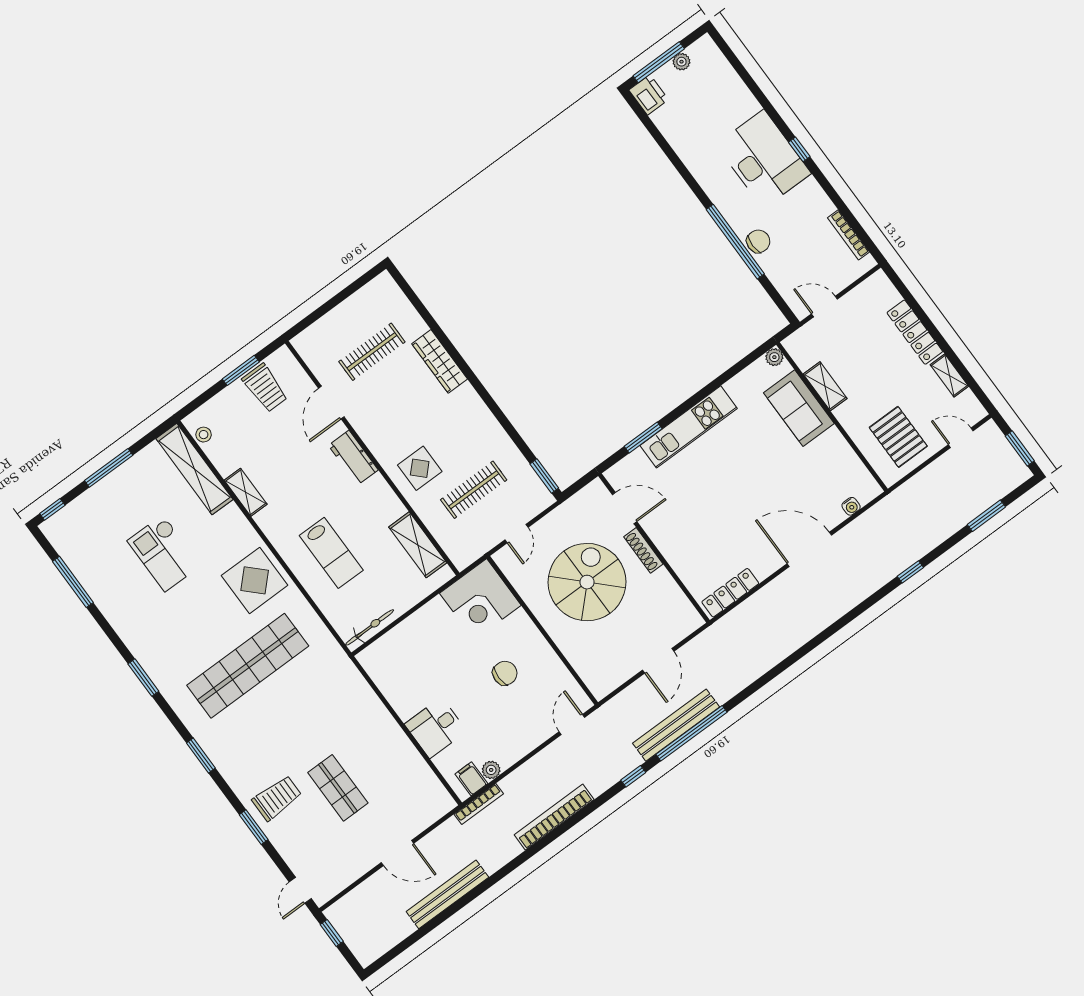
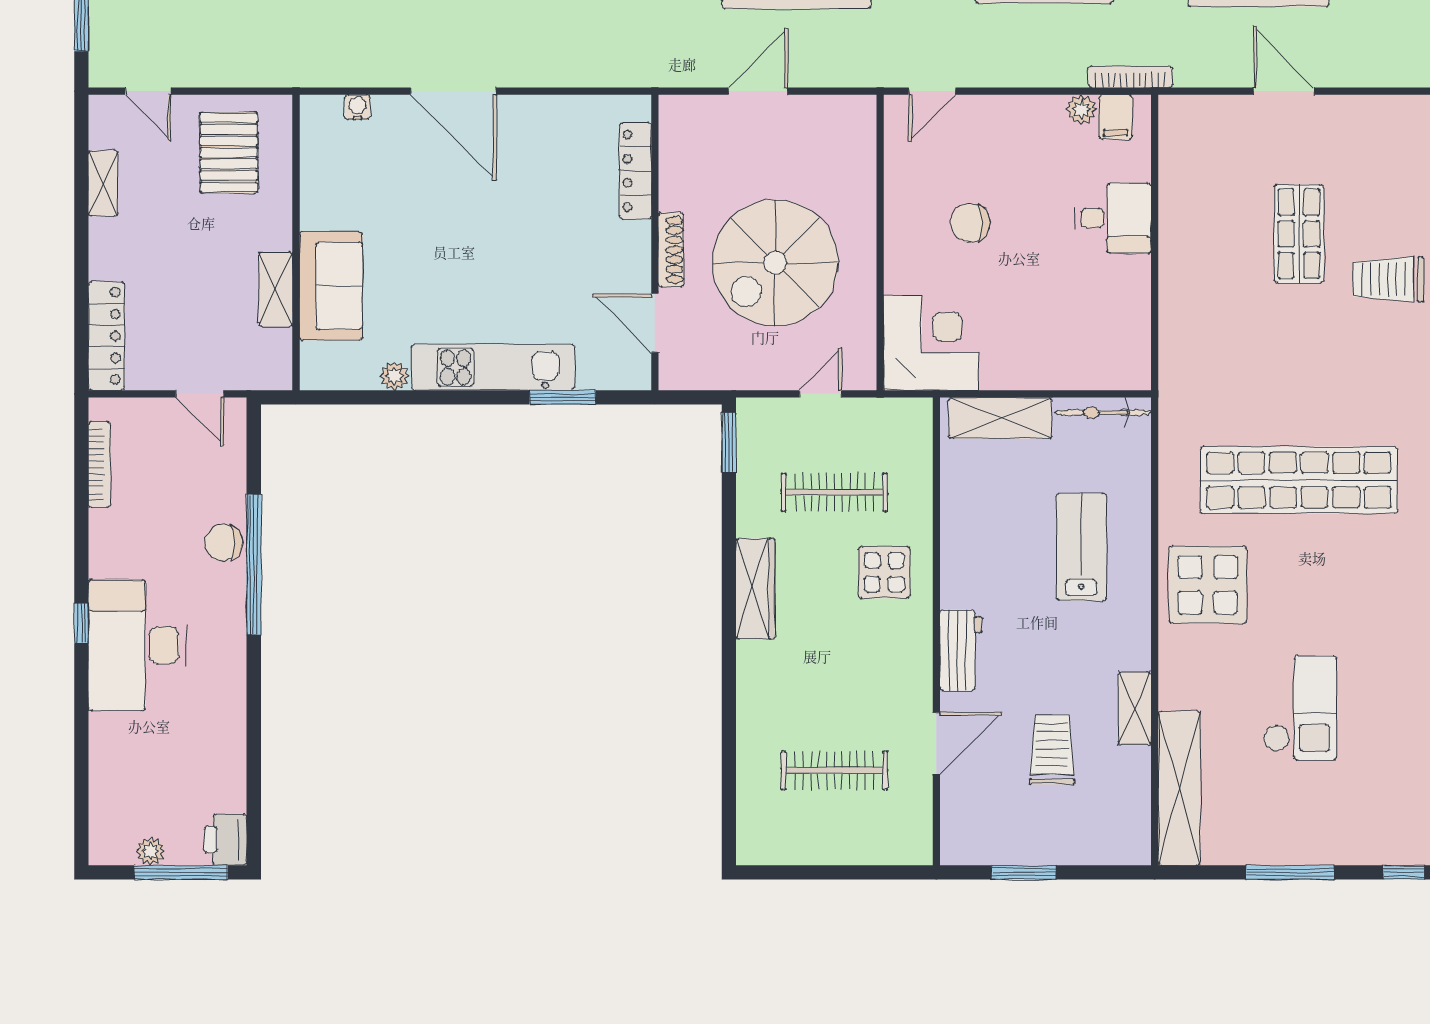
locker: (915, 332) -> (106, 336), moved
plant: (774, 357) -> (394, 376), moved
wardrobe: (440, 361) -> (755, 589), moved
trolley: (265, 388) -> (1052, 750), moved
stool: (204, 435) -> (1134, 825), removed
shelving: (418, 545) -> (1000, 418), moved, turned 90
locker: (730, 593) -> (635, 171), moved, turned 90

